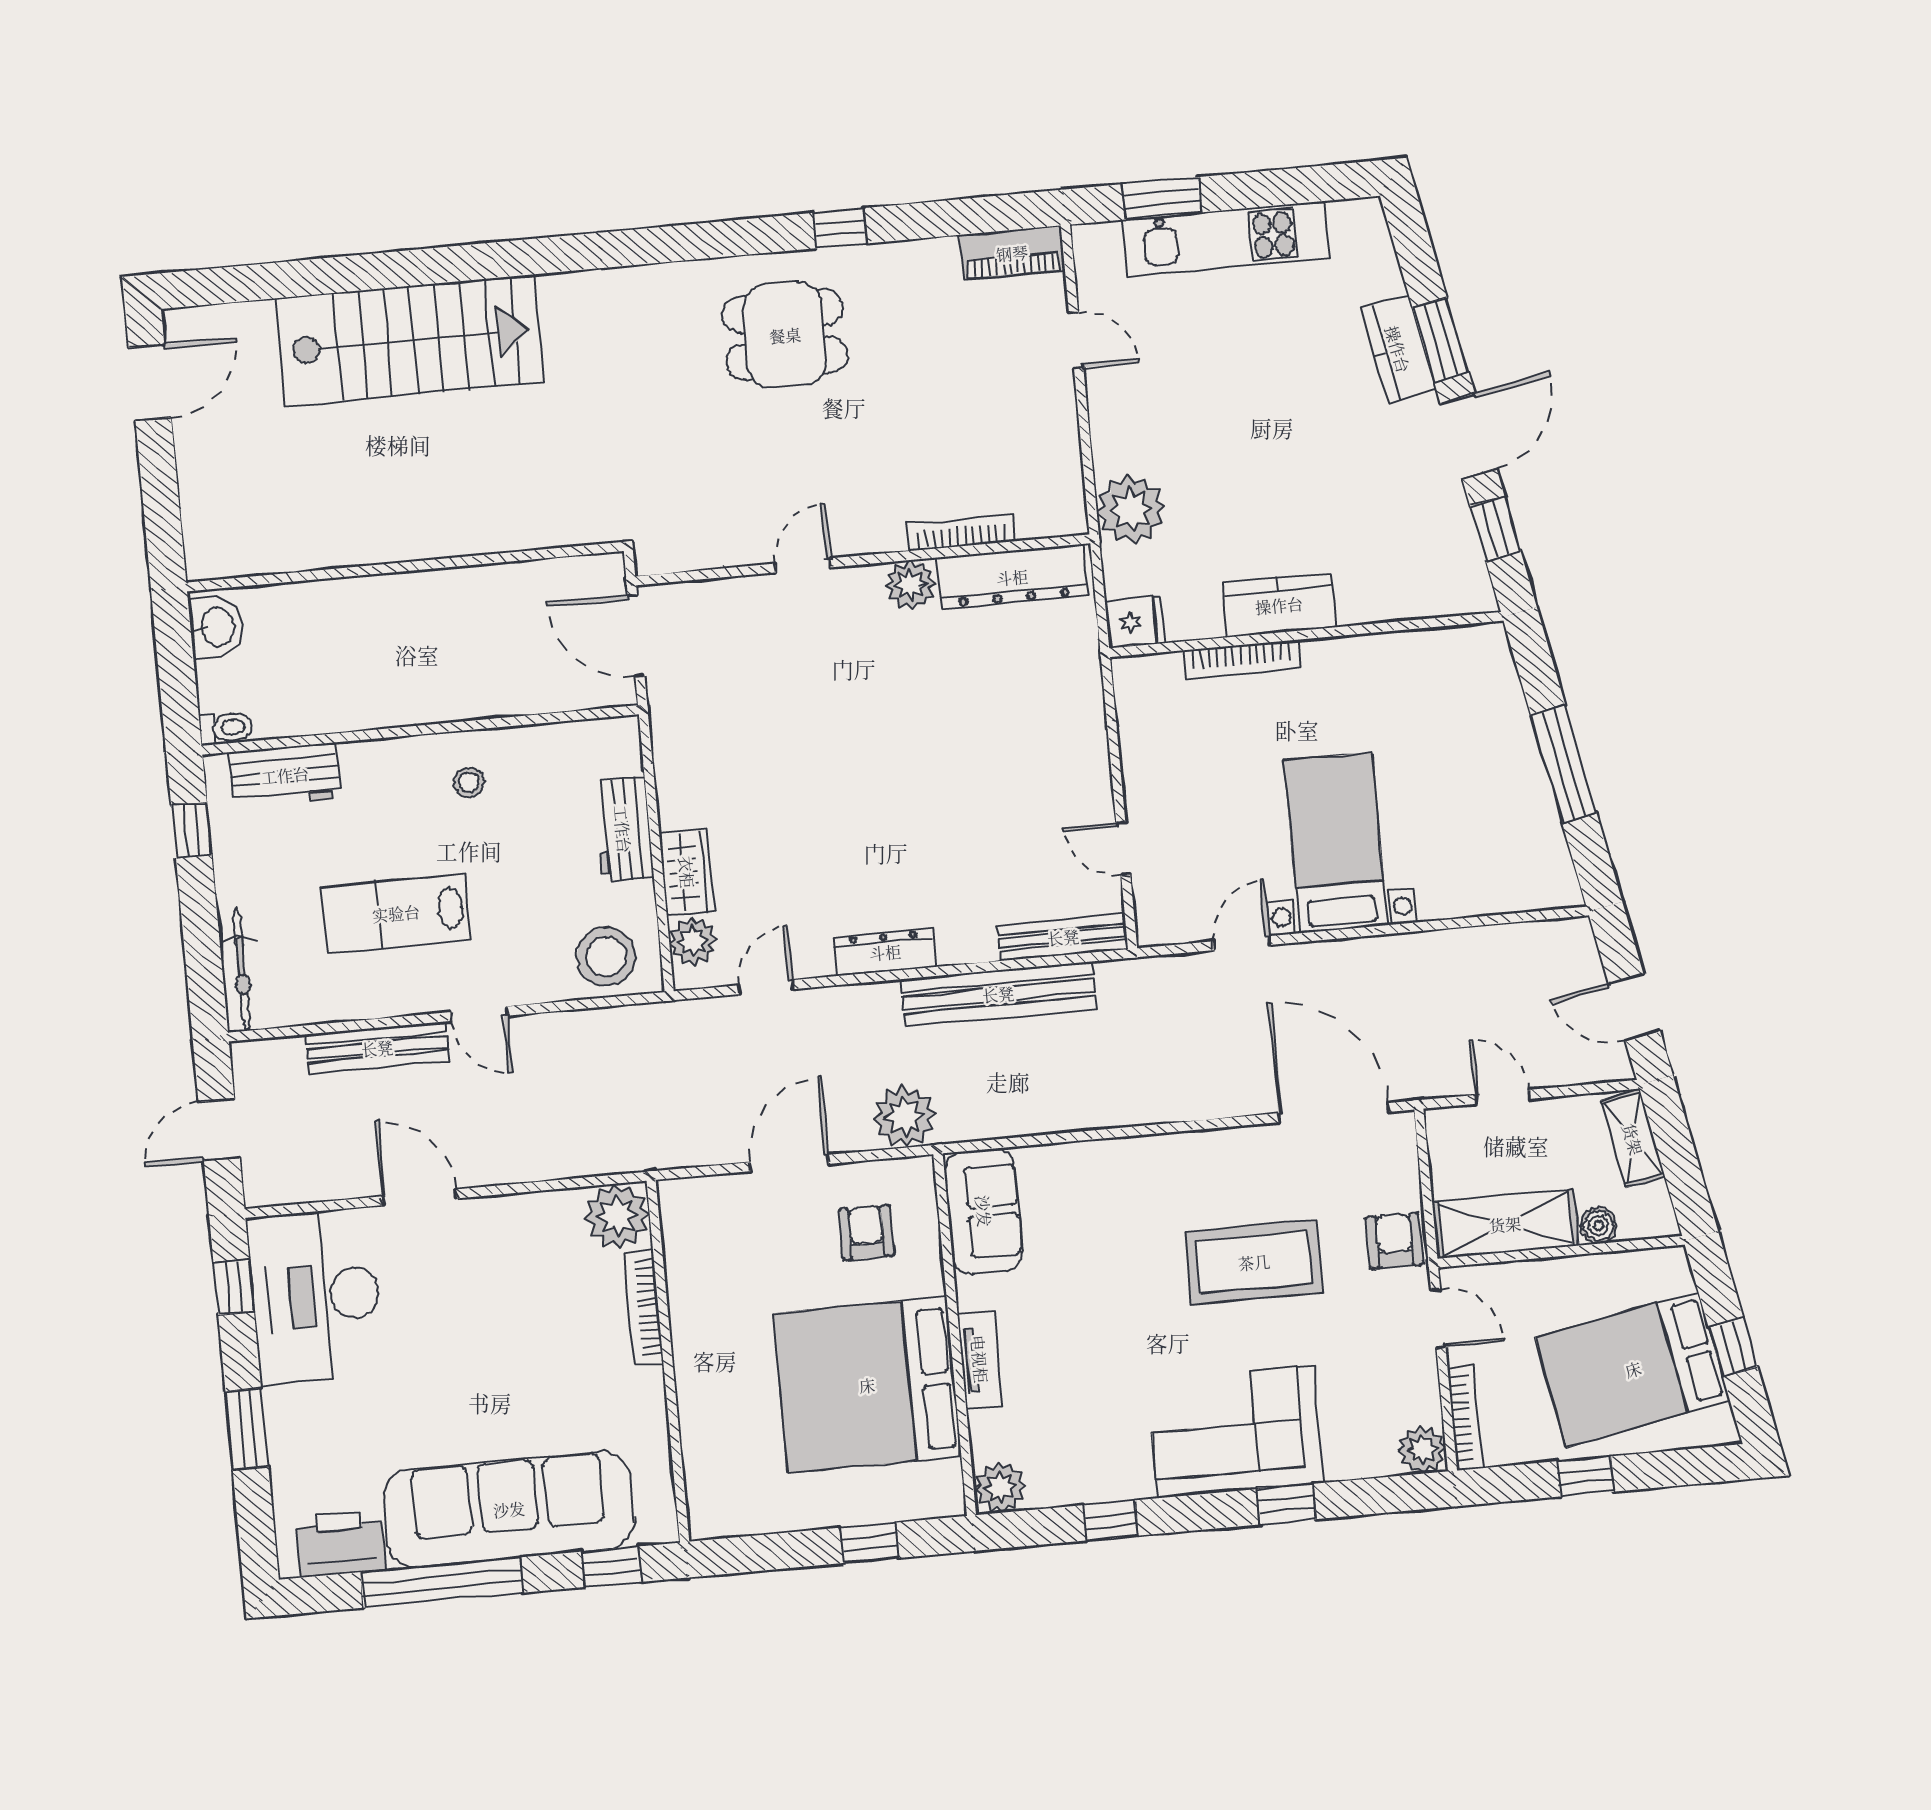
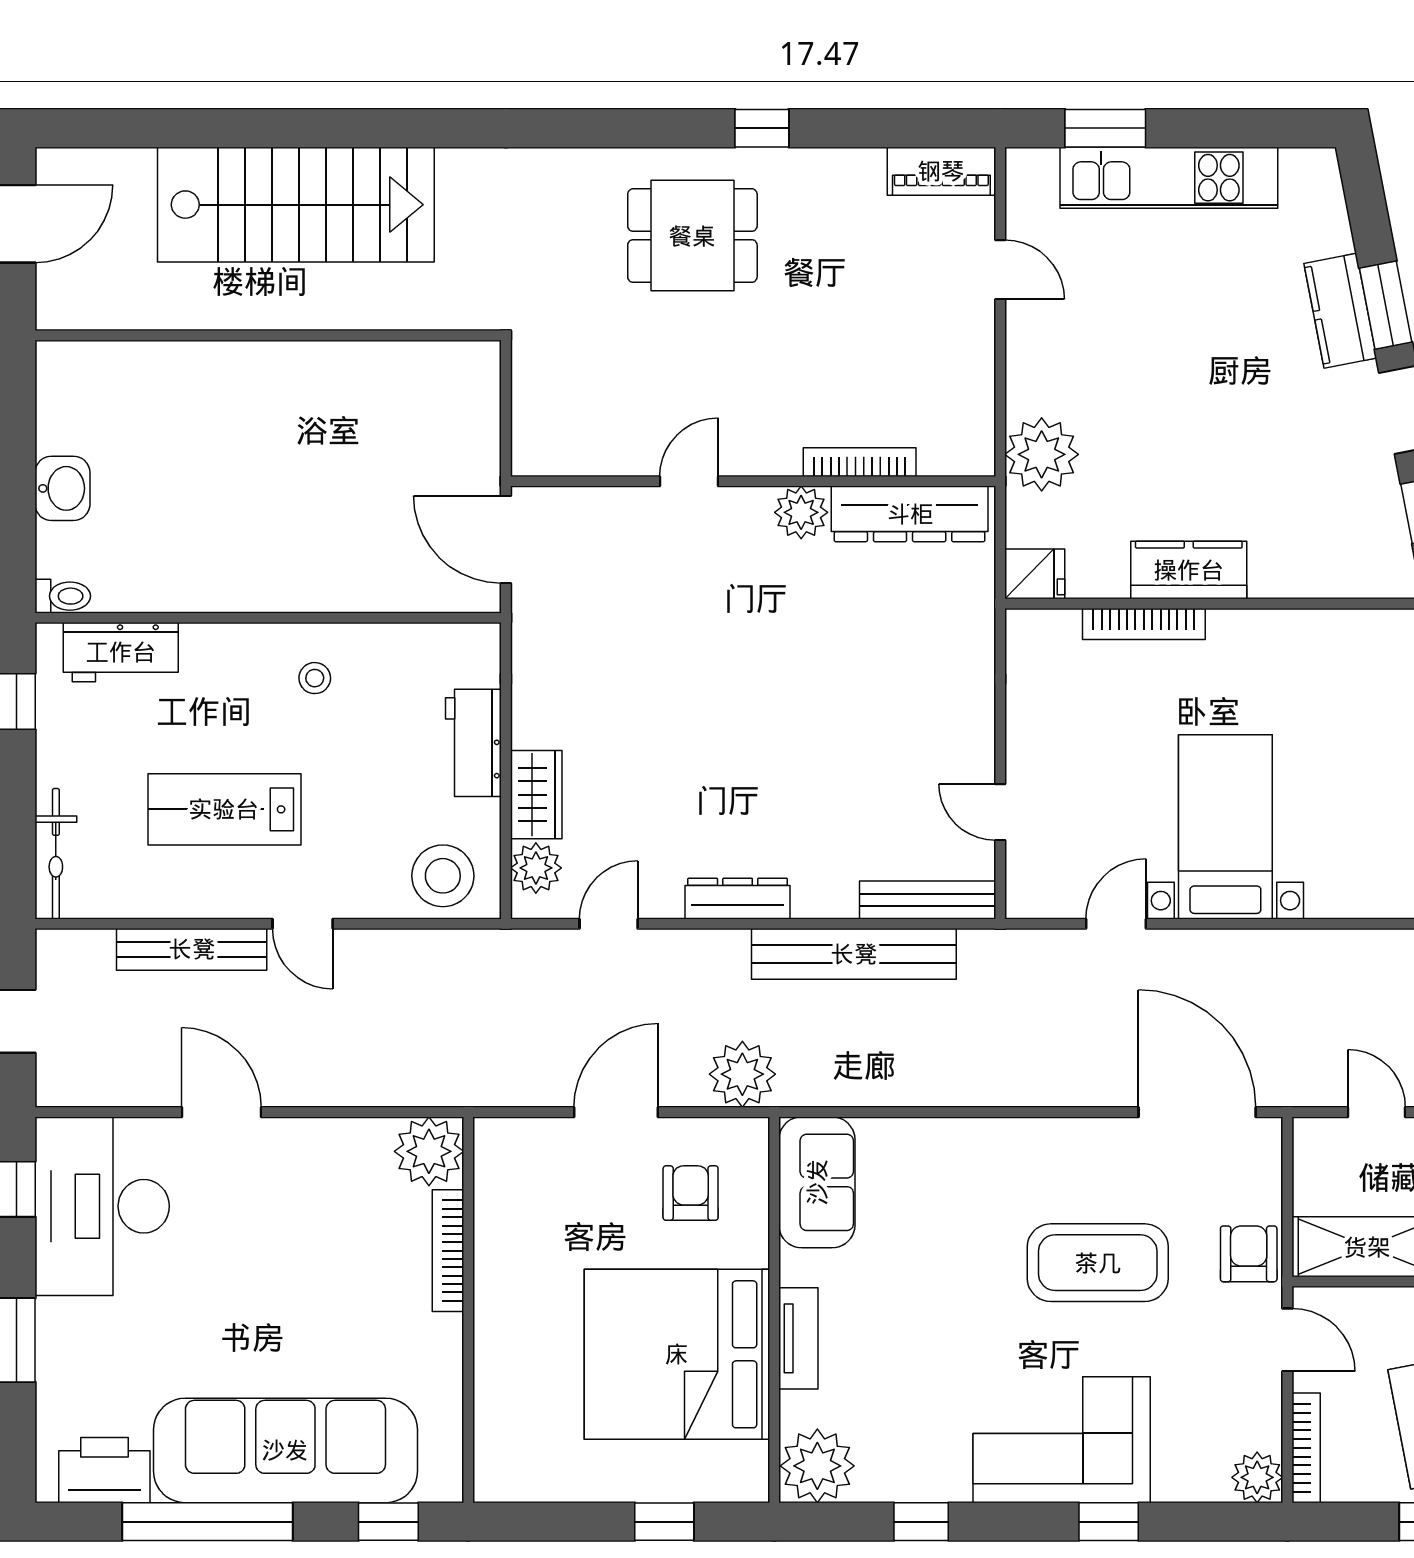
wall: (405, 567) -> (268, 335), moved
plant: (1000, 1487) -> (817, 1466), width x1.36, depth x1.36

